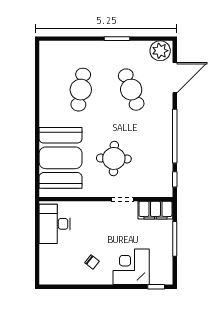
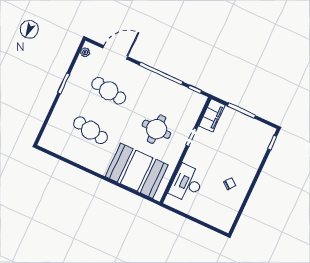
plant: (160, 51) -> (85, 52), width x0.53, depth x0.53
door: (175, 78) -> (115, 52), hinge flipped
cafe table: (131, 90) -> (109, 91), turned 30
desk: (55, 224) -> (187, 183), moved, turned 90
corner desk: (131, 267) -> (248, 155), removed

